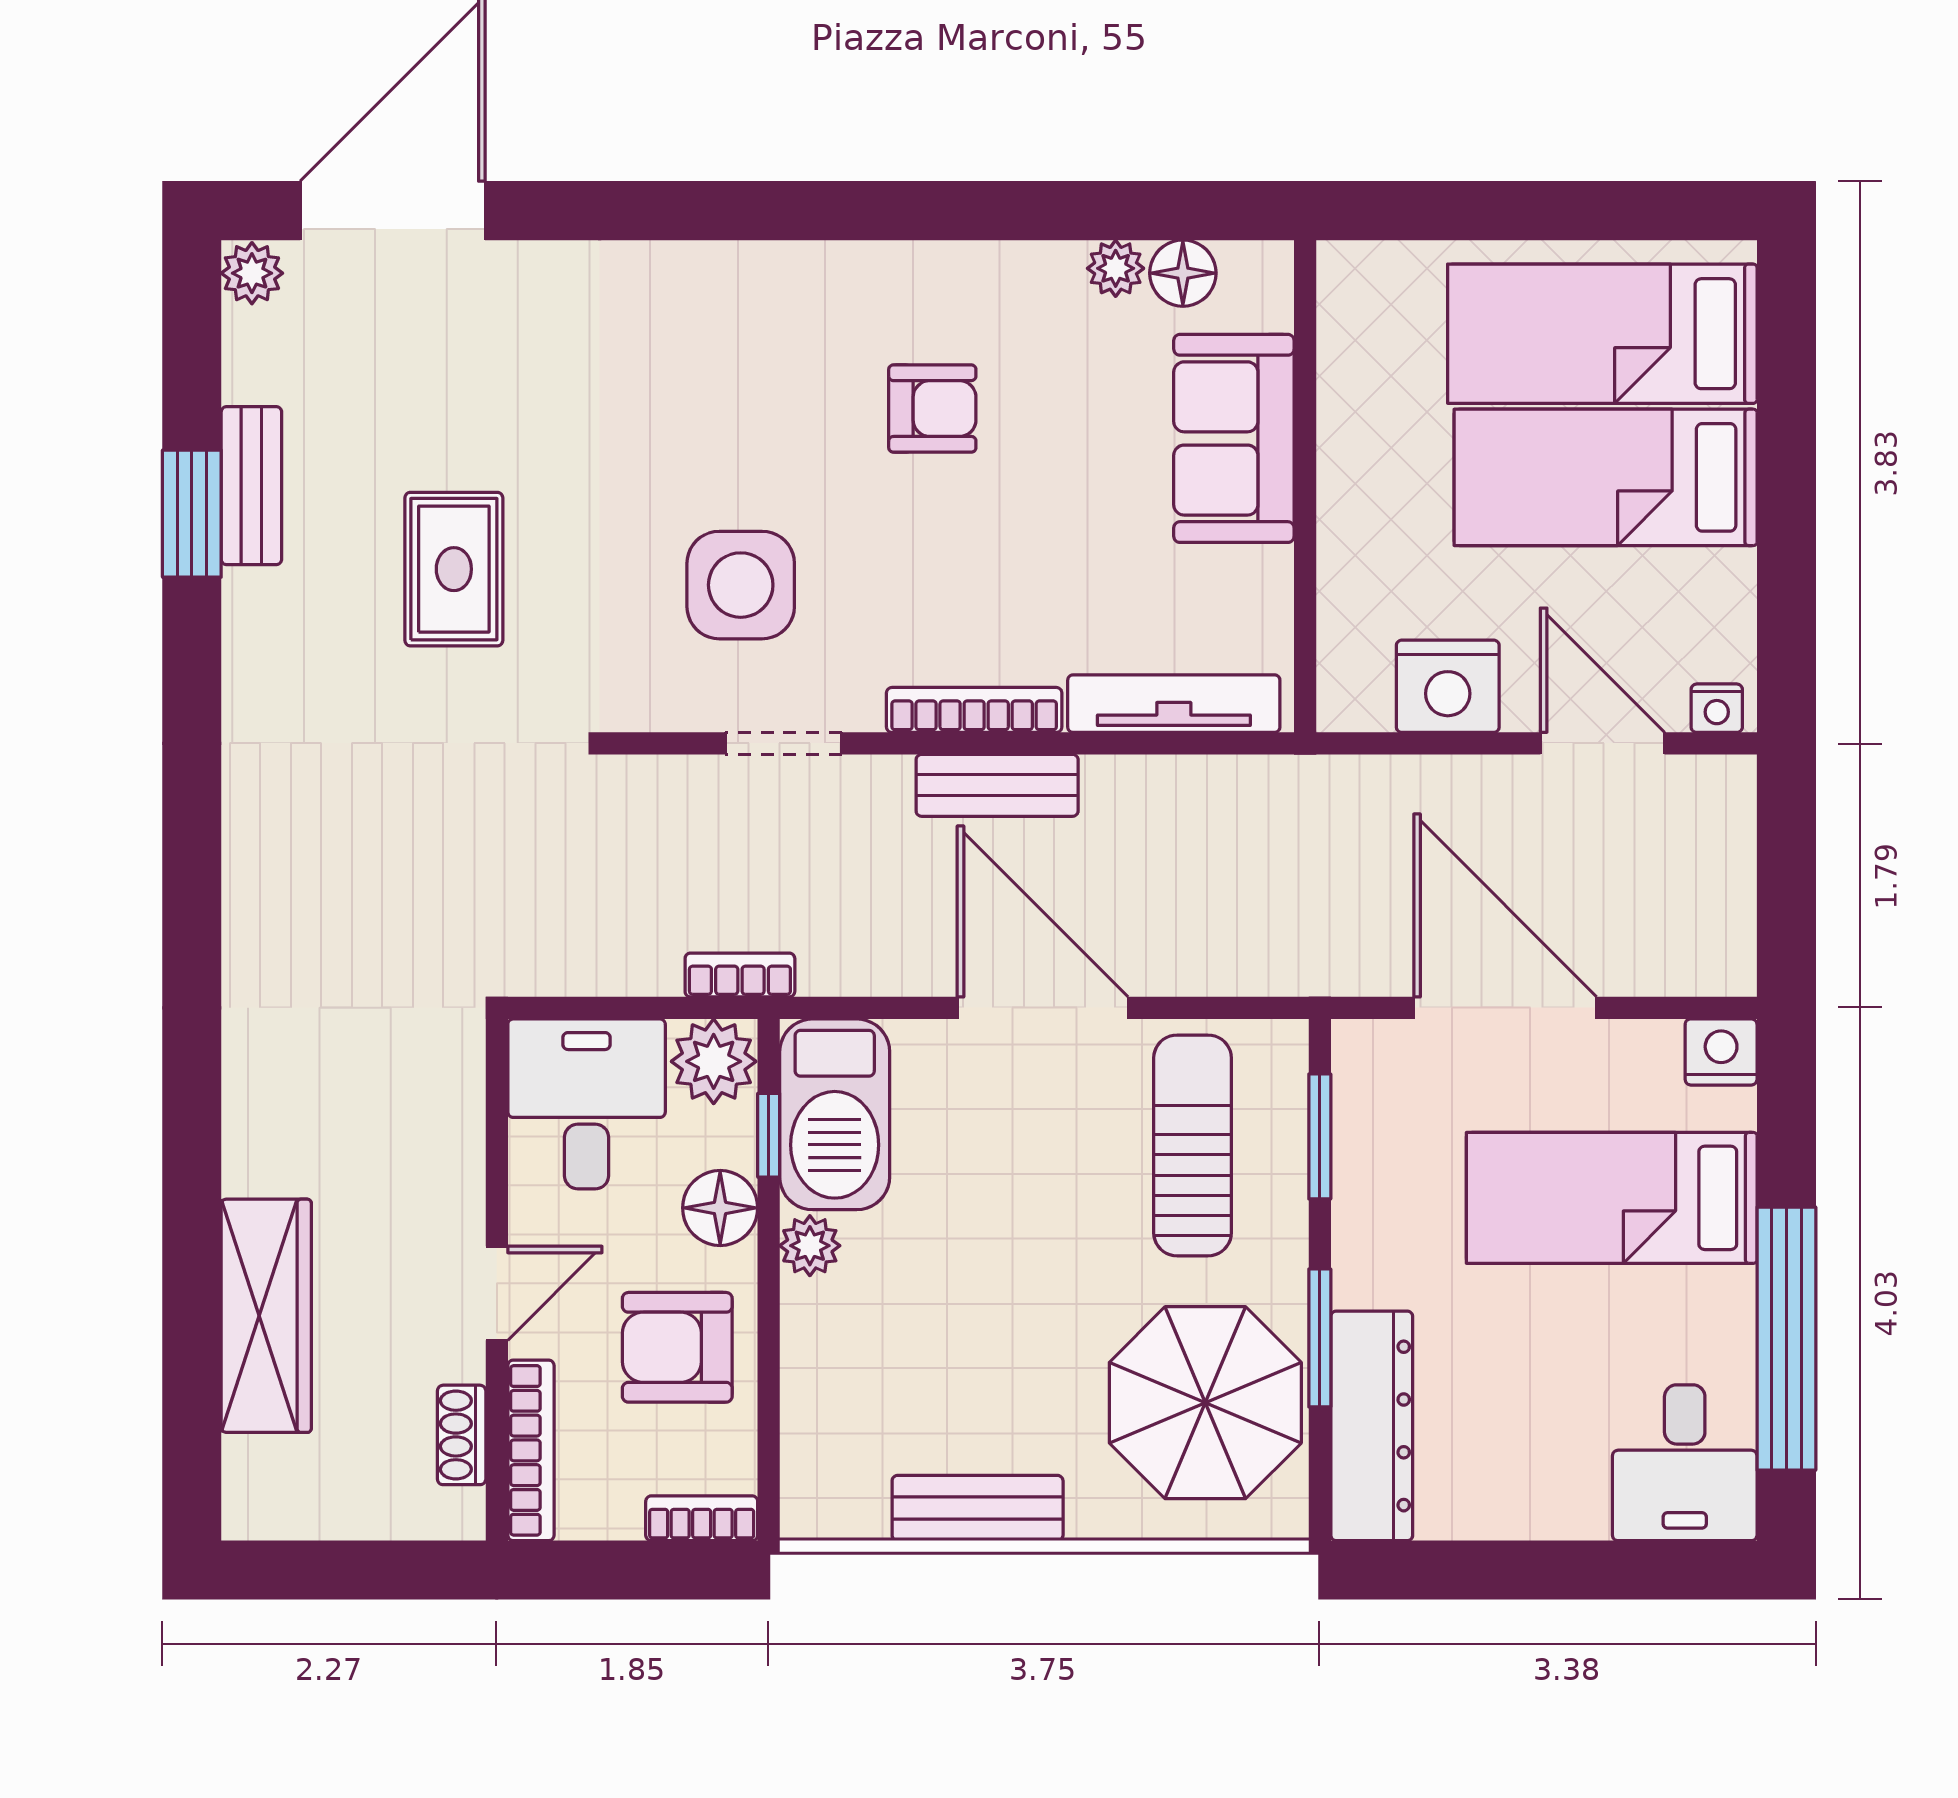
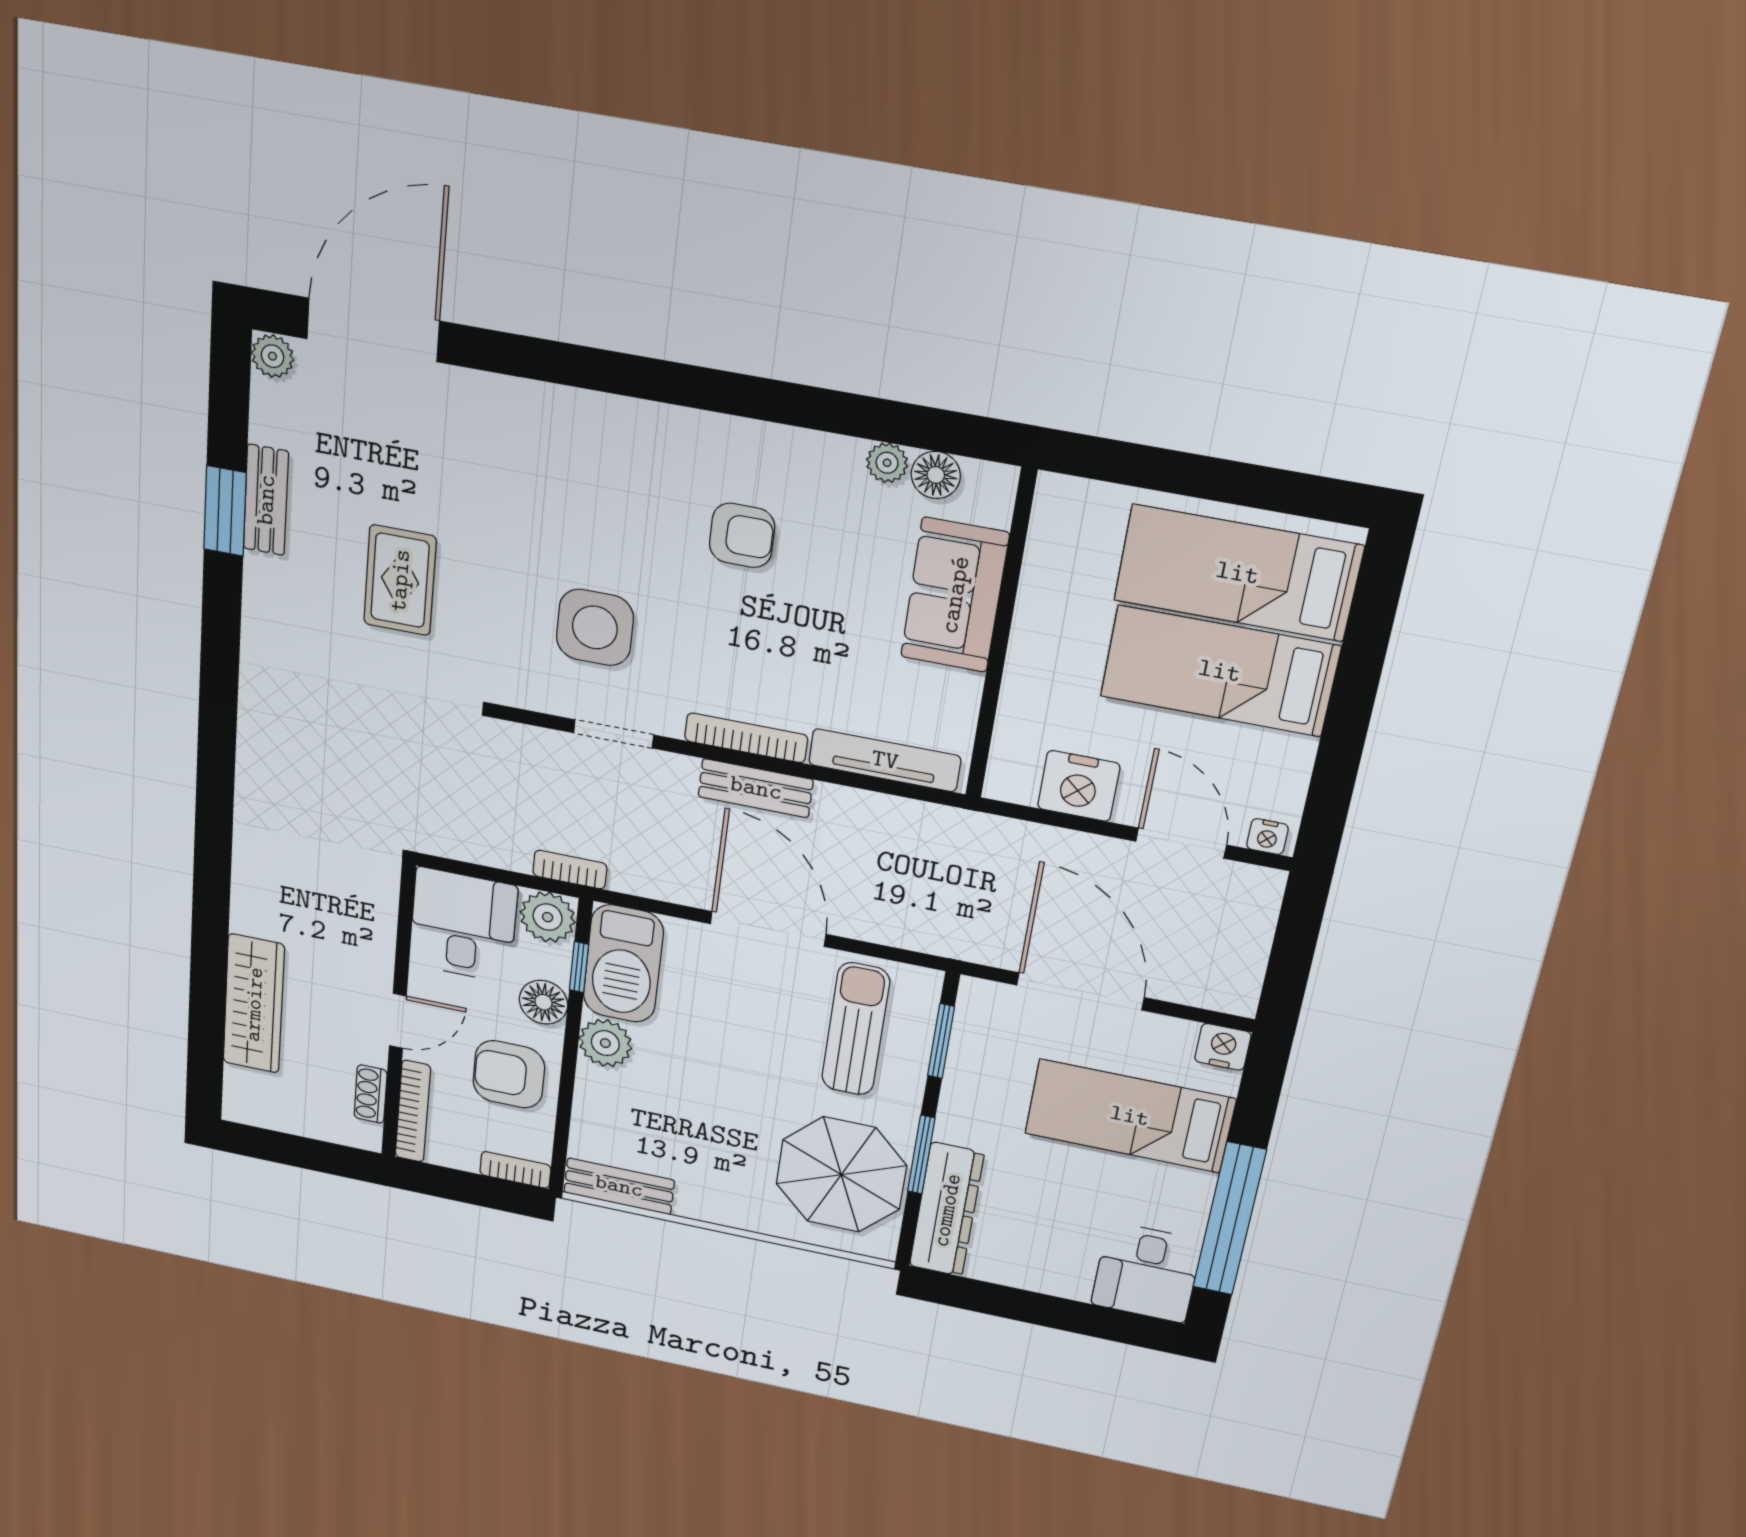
plant: (810, 1246) -> (605, 1043), width x1.38, depth x1.38
bench: (978, 1508) -> (619, 1186), moved

